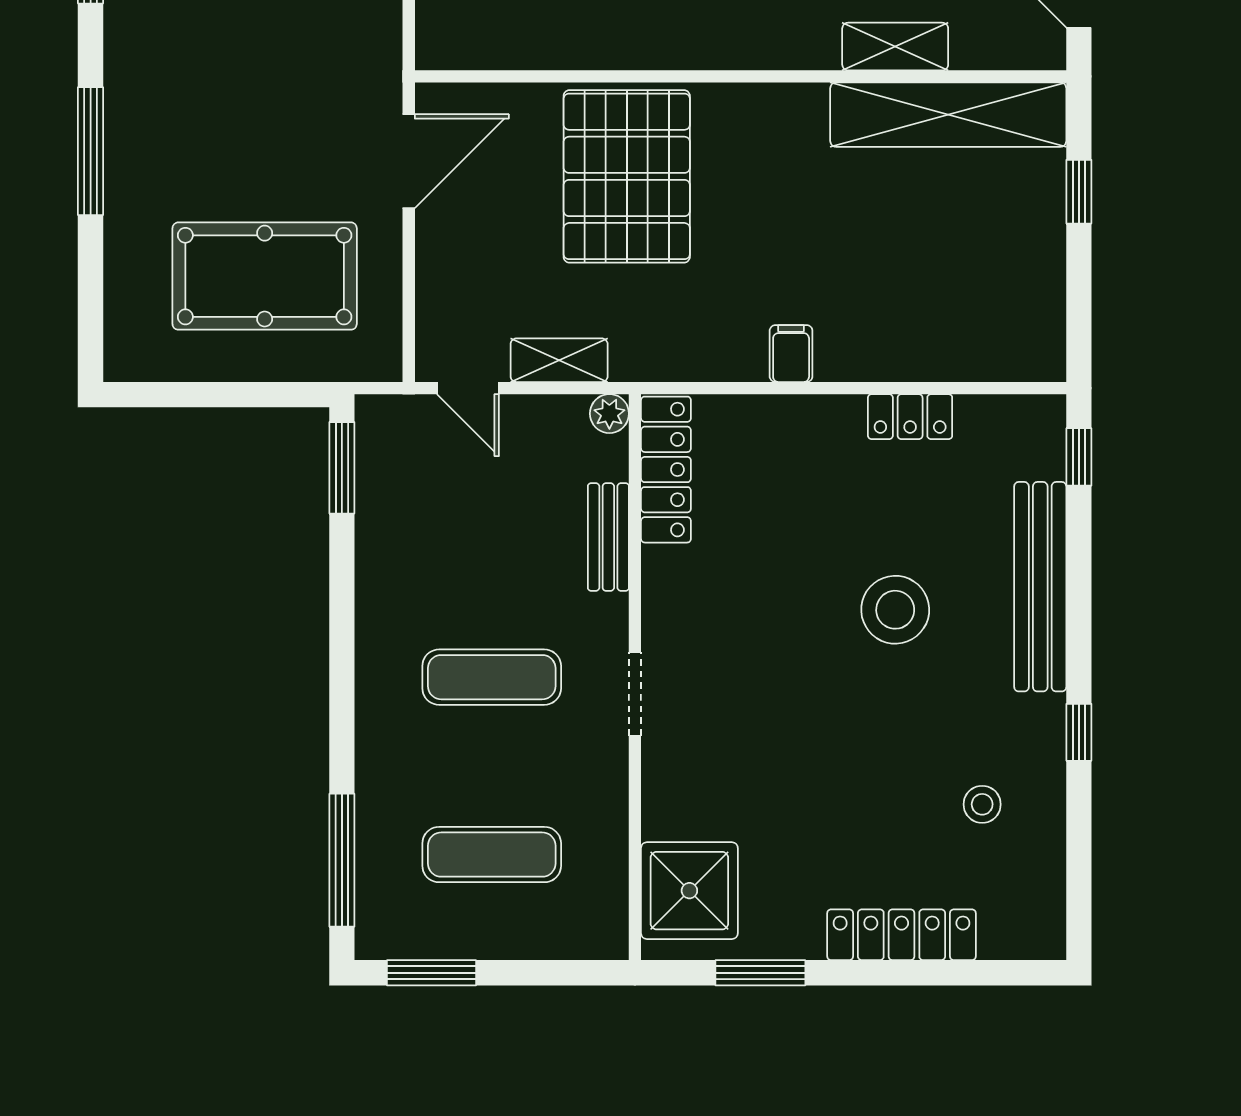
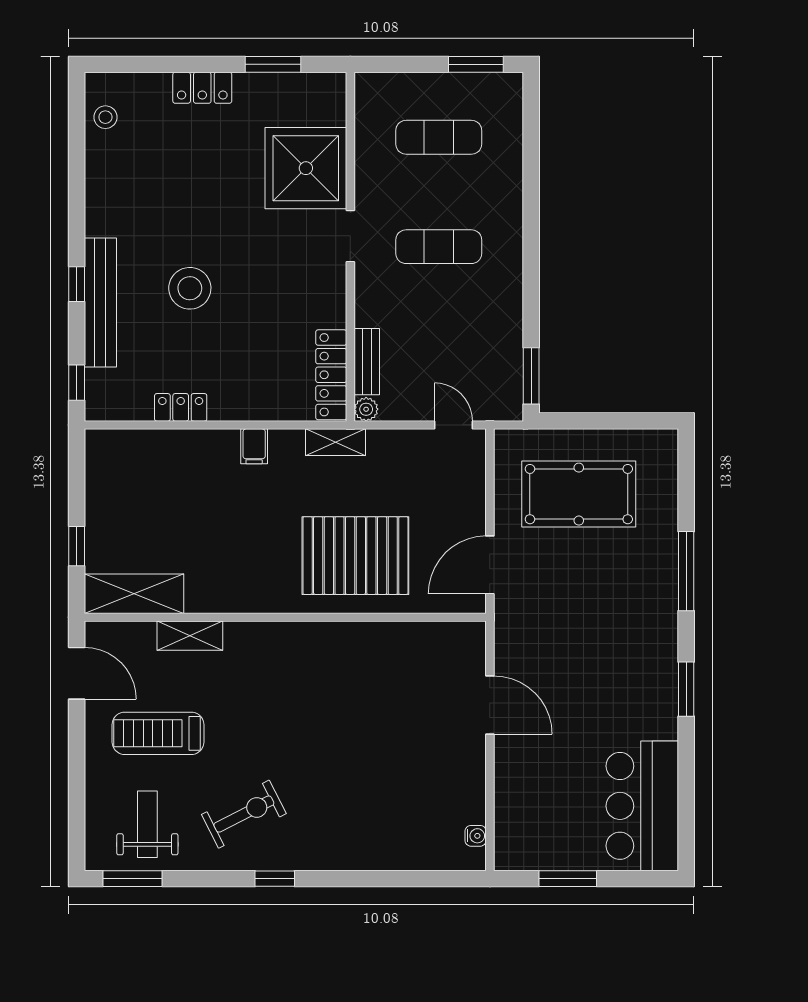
shelving: (948, 115) -> (134, 594), width x0.68
pallet: (627, 176) -> (355, 556), turned 90
shelving: (559, 360) -> (336, 442), moved
bench: (608, 537) -> (367, 362), moved
window: (1079, 732) -> (77, 284), moved
stool: (982, 804) -> (105, 117), moved
window: (342, 860) -> (531, 134), removed
shower: (689, 891) -> (306, 168), moved, width x1.37, depth x1.37
locker: (902, 935) -> (202, 88), width x0.66

